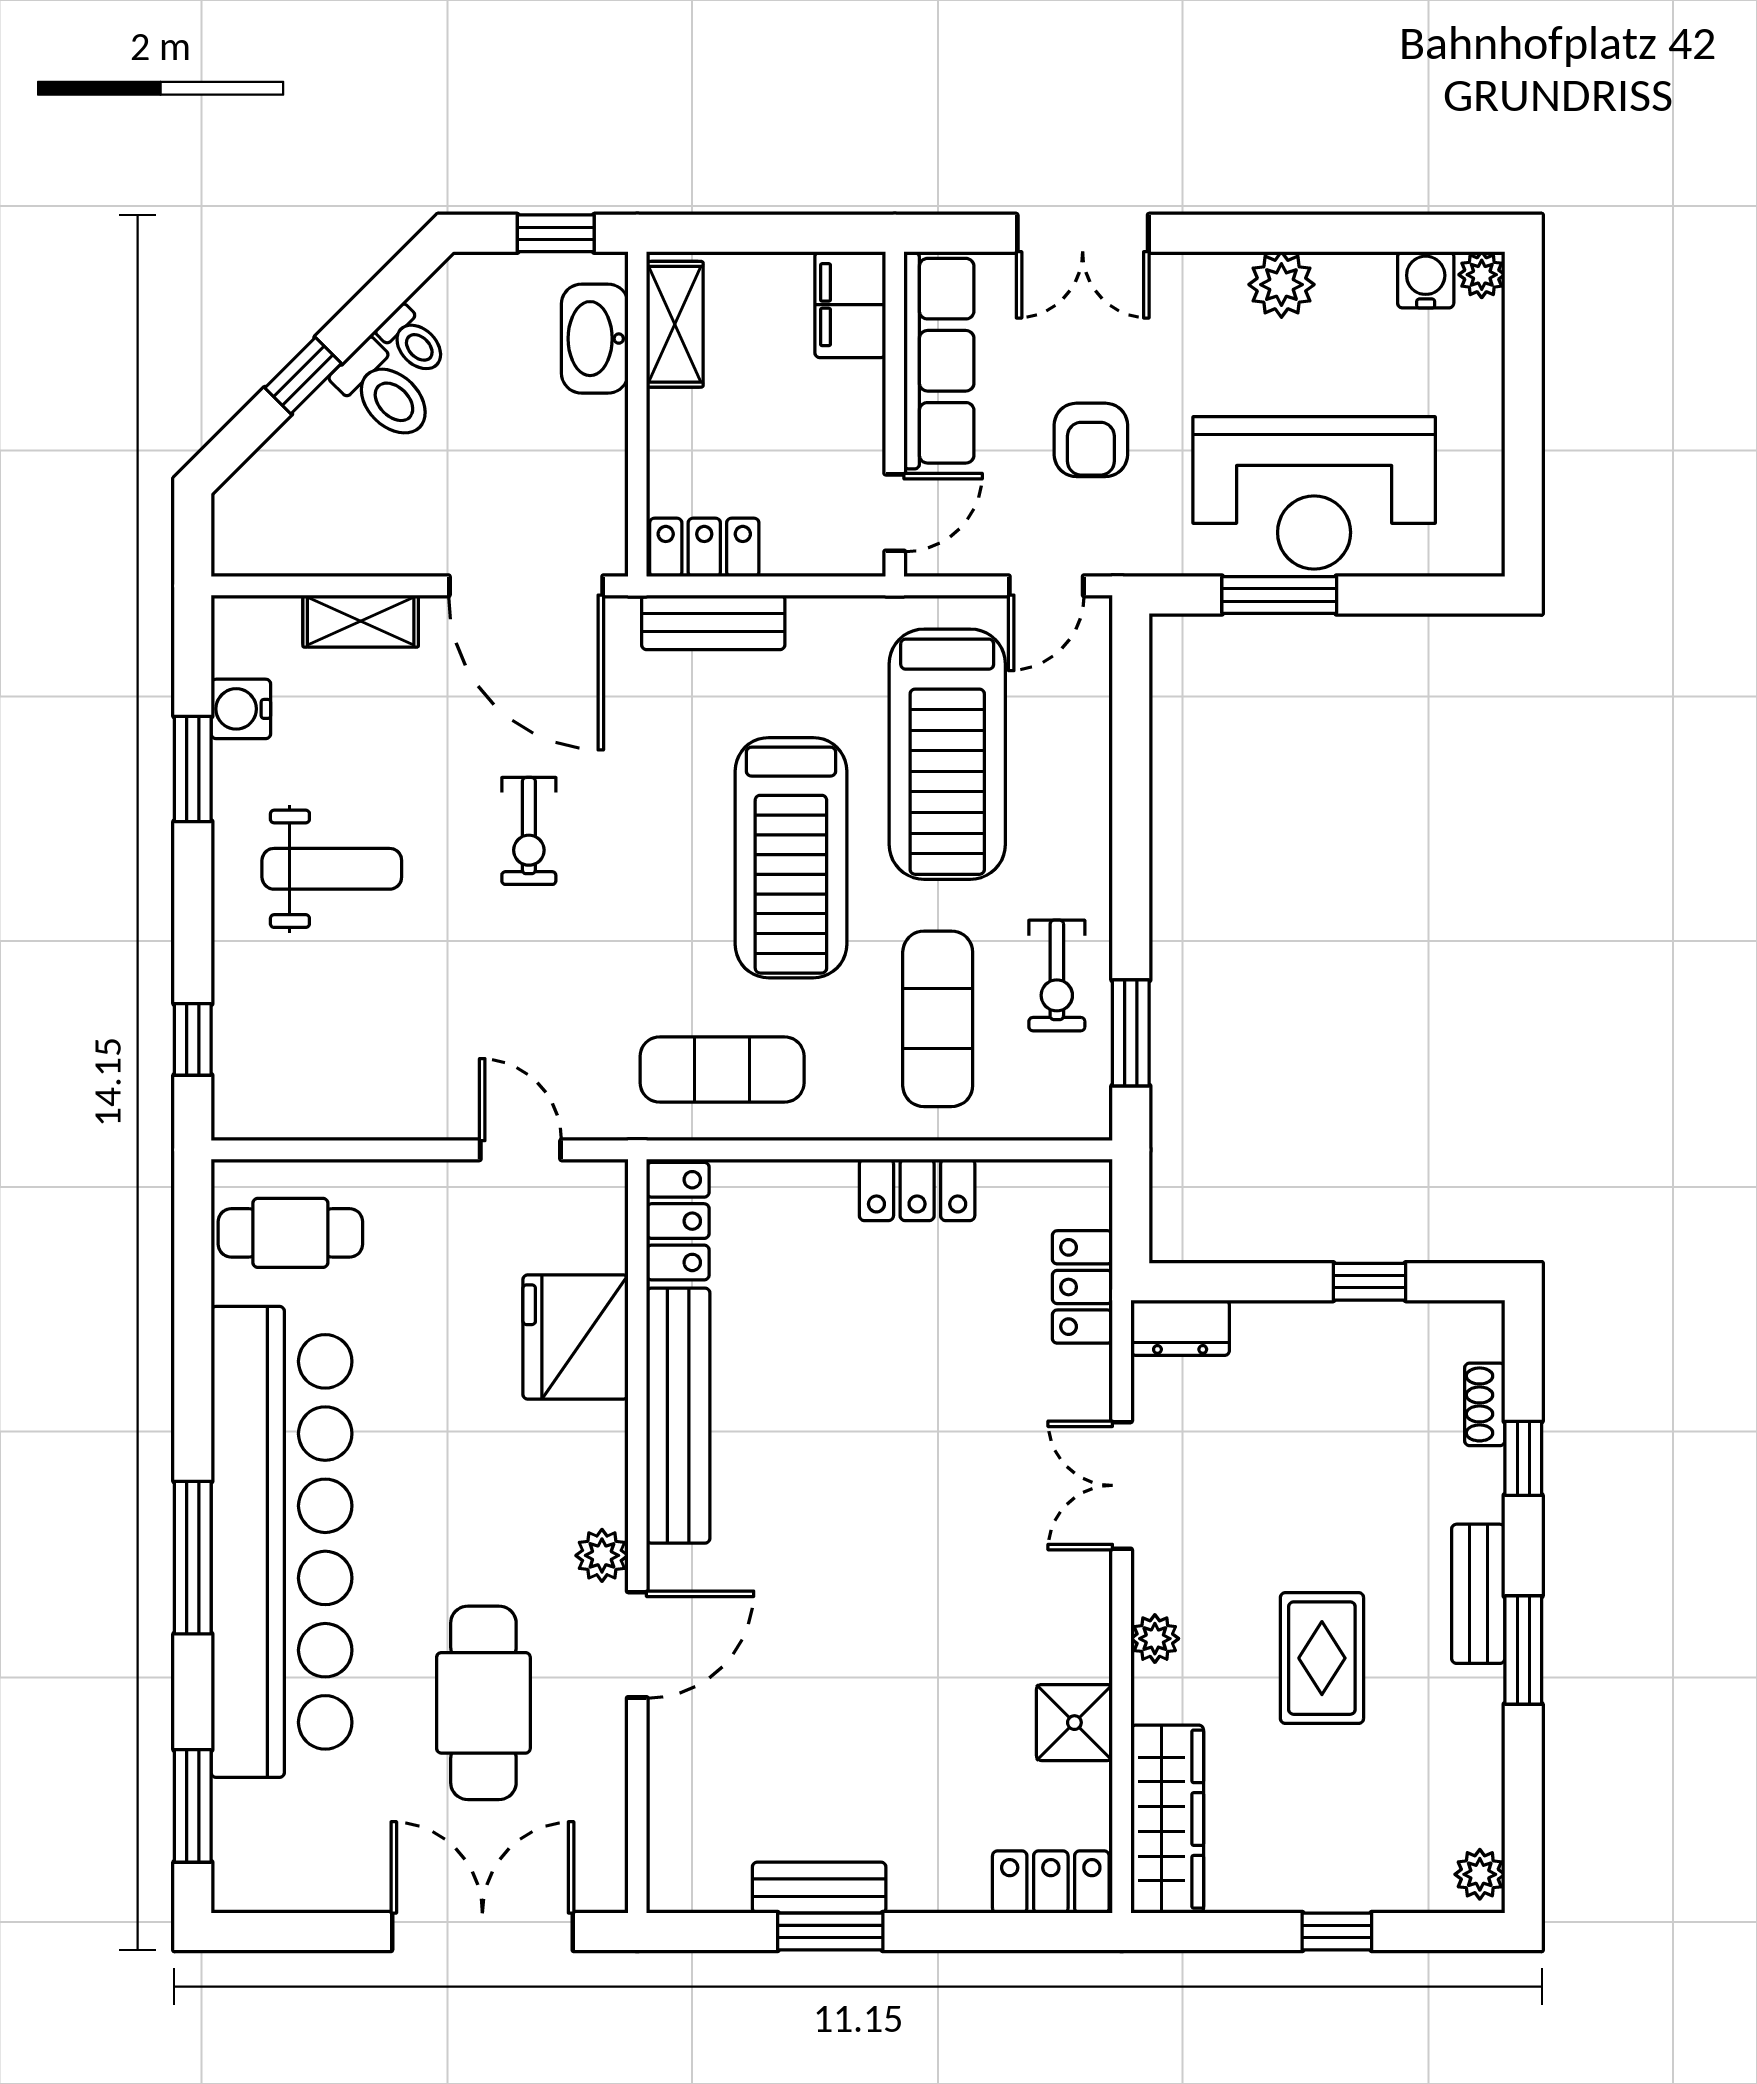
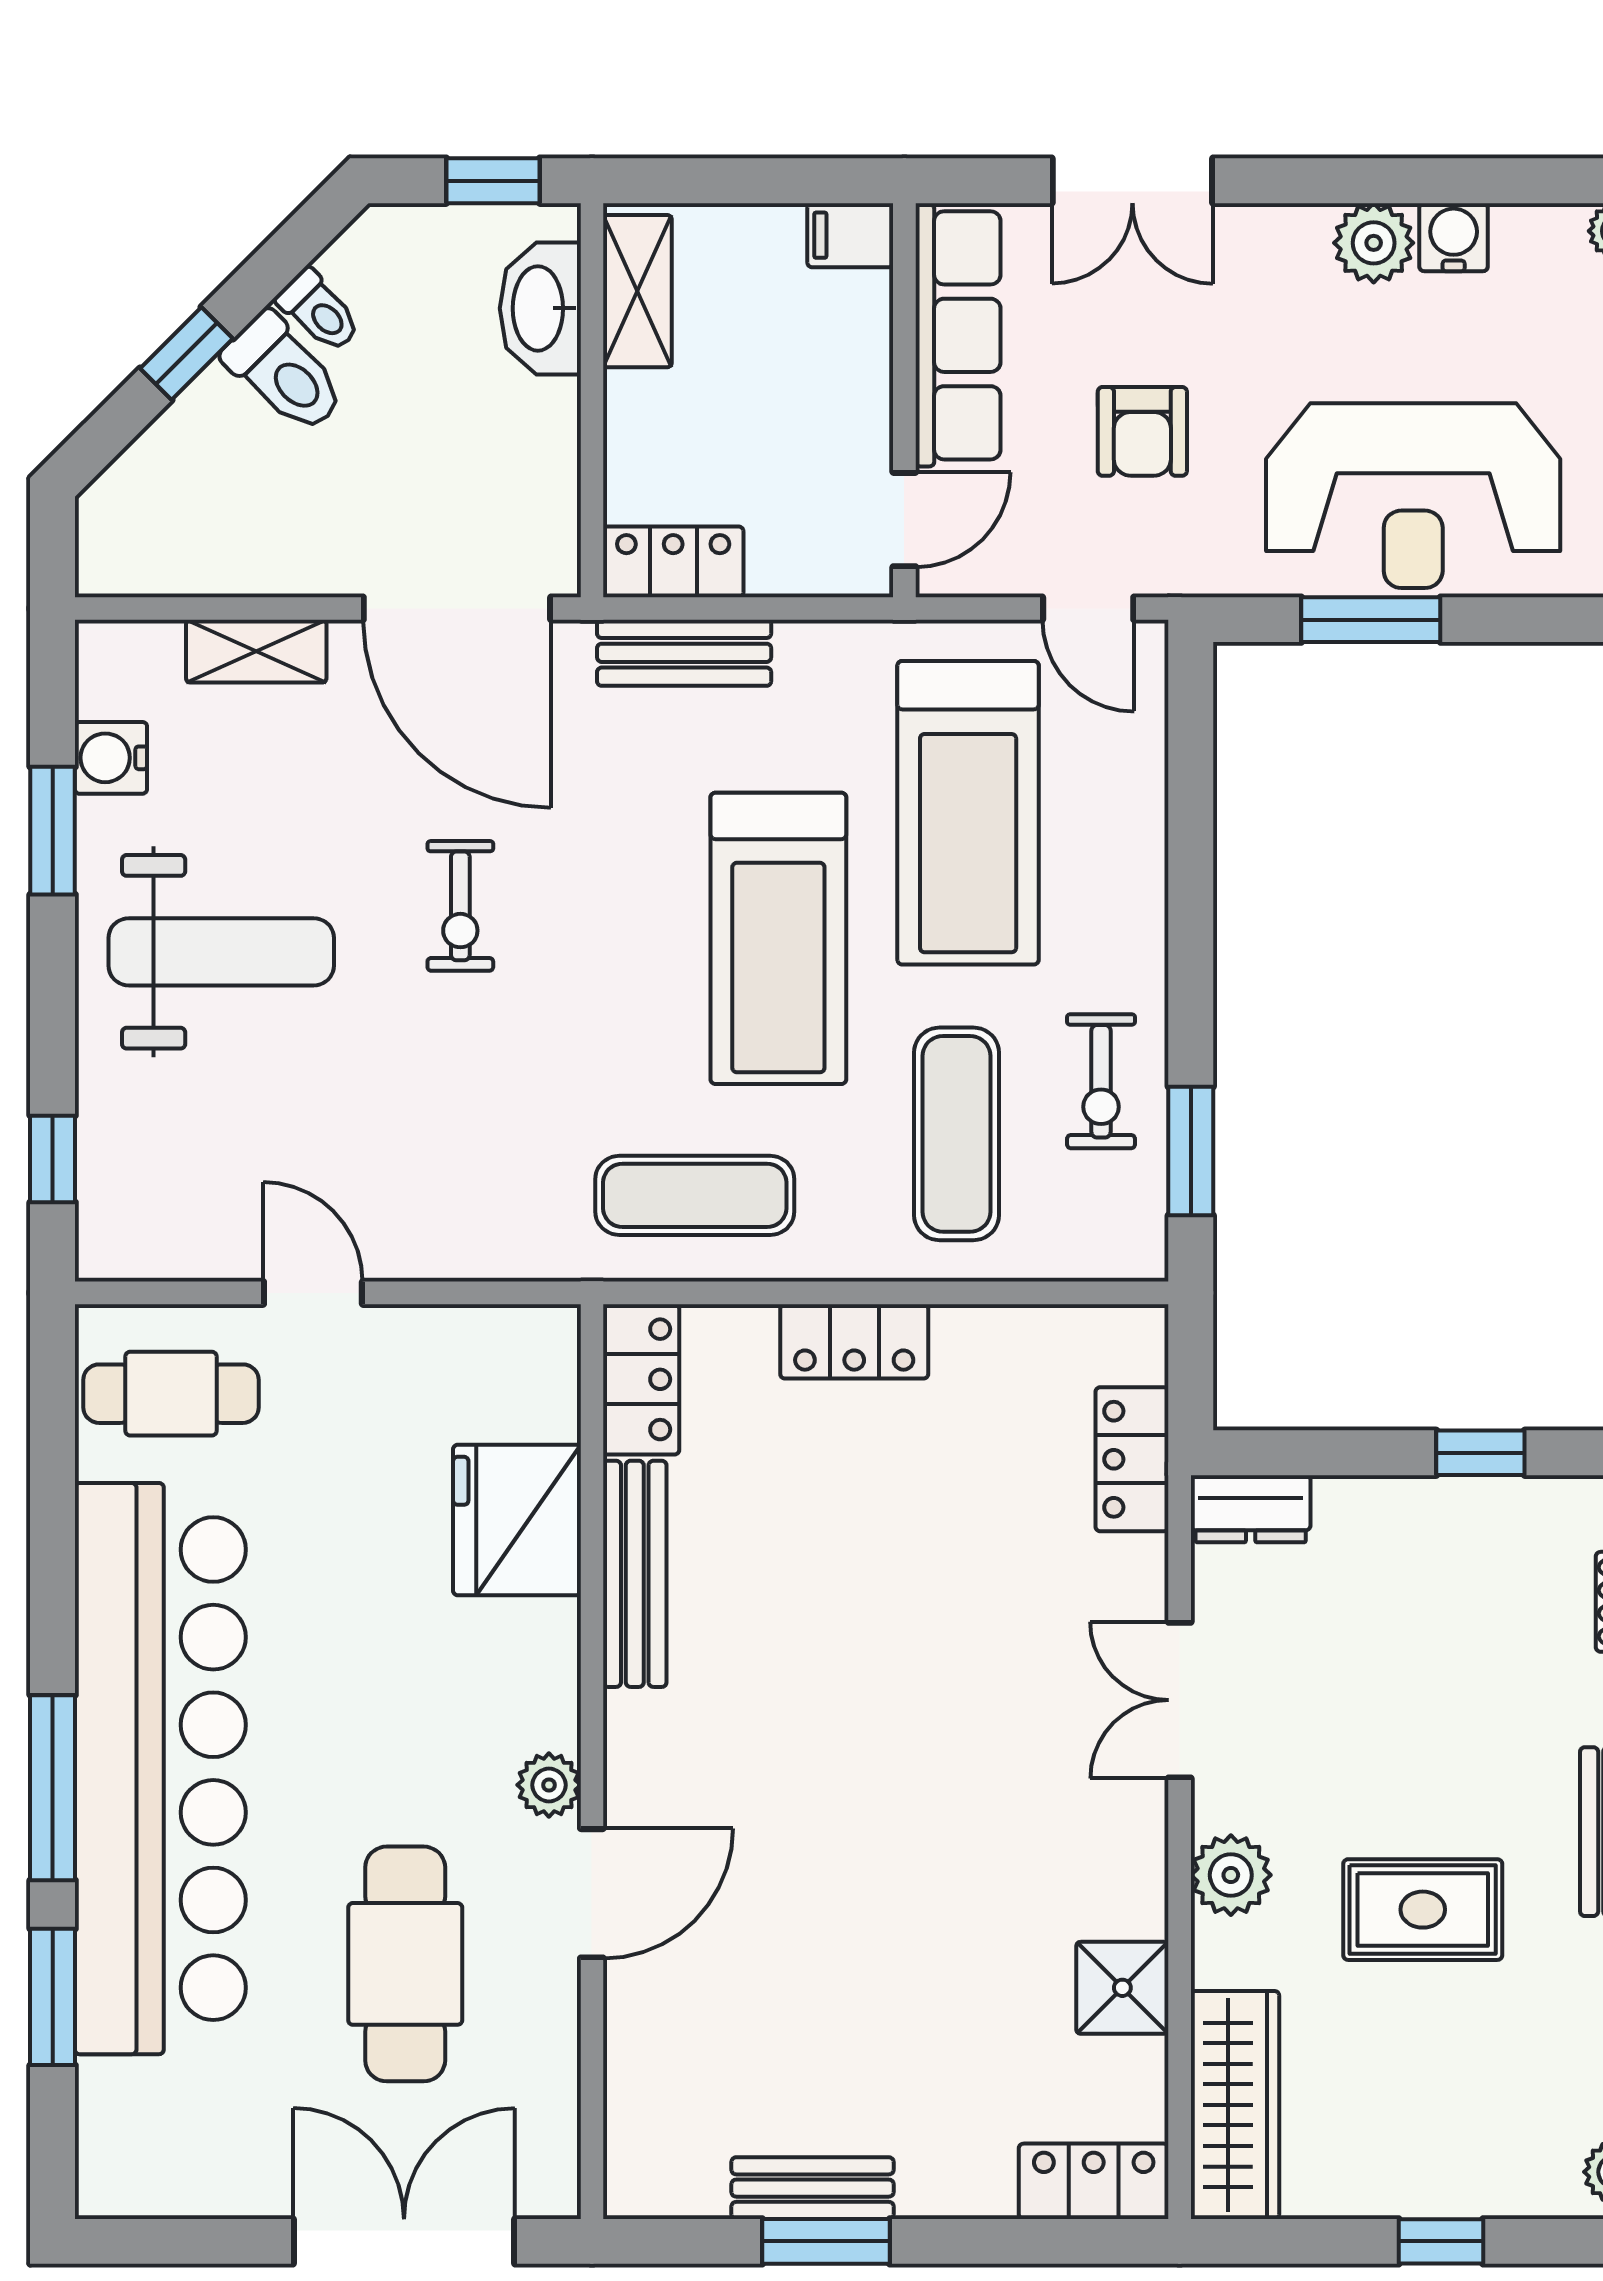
water cooler: (1426, 280) -> (1454, 237), moved
filing cabinet: (850, 305) -> (850, 235), width x0.50
door: (1046, 586) -> (1088, 608), hinge flipped
weight bench: (332, 869) -> (221, 952), width x1.36, depth x1.33
door: (520, 1150) -> (313, 1293), moved
locker: (917, 1190) -> (854, 1341), moved
bench: (678, 1416) -> (635, 1574), width x0.73, depth x0.82
plant: (1155, 1639) -> (1231, 1875), width x1.38, depth x1.38
rug: (1322, 1658) -> (1423, 1910), turned 90
window: (193, 1806) -> (53, 1997), moved

